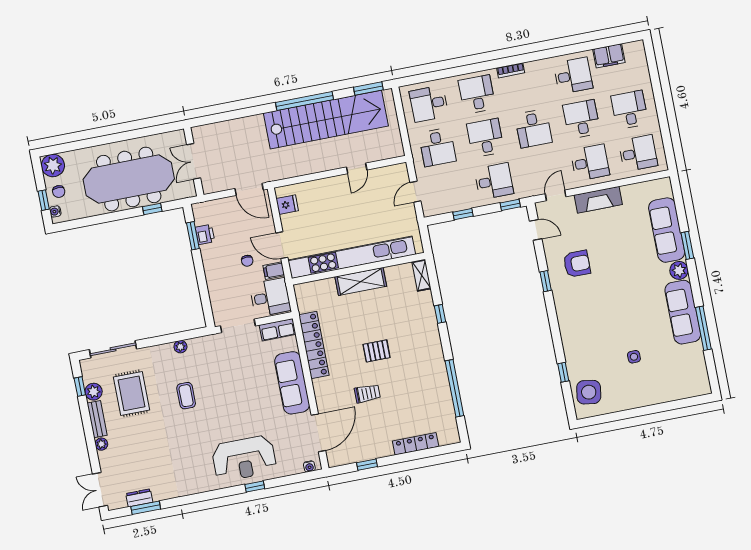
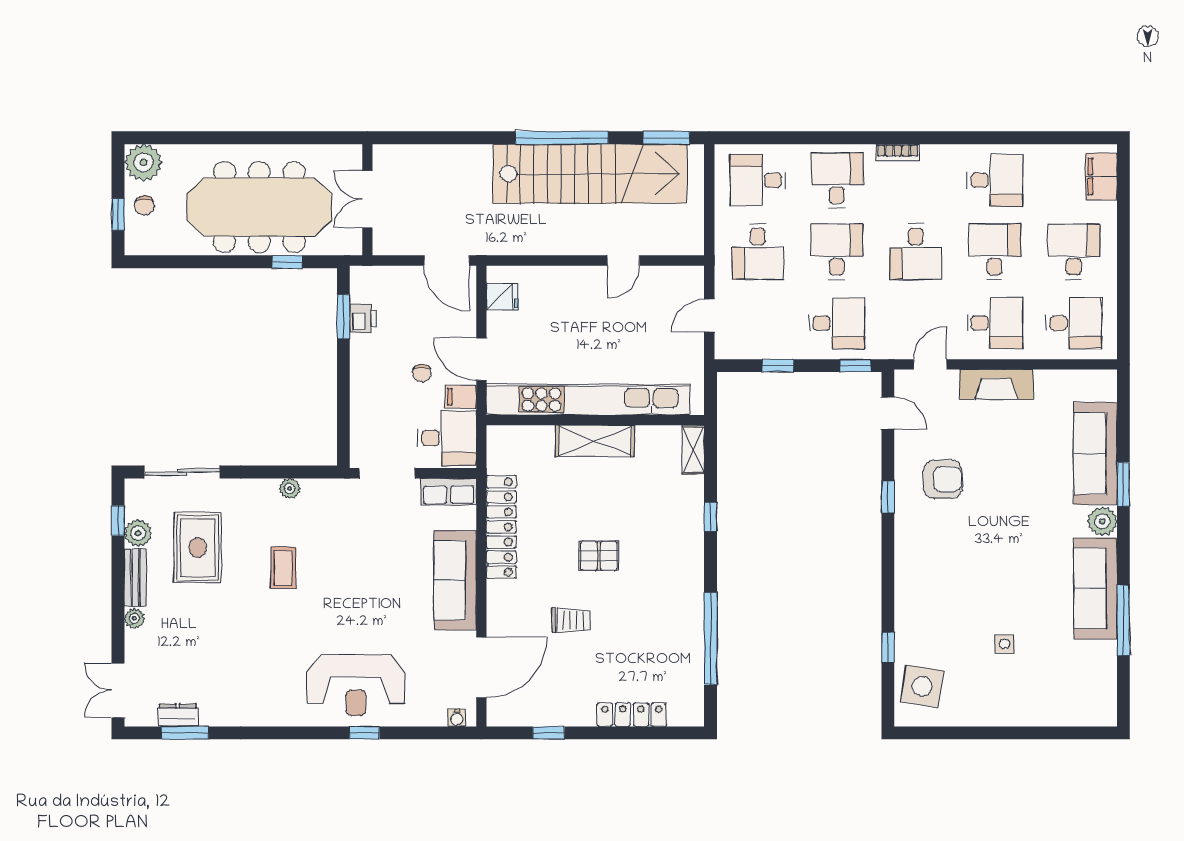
filing cabinet: (609, 56) -> (1101, 177), moved, turned 90
water cooler: (55, 211) -> (133, 236), removed

